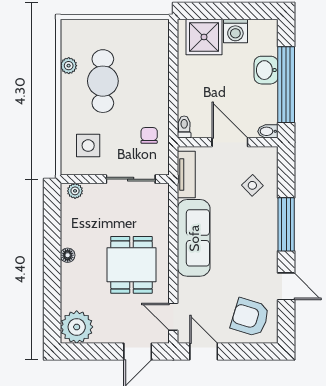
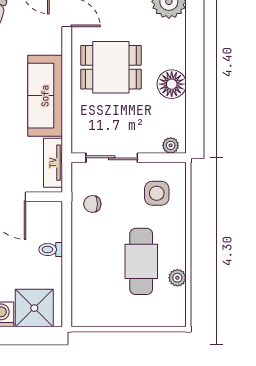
toilet: (184, 127) -> (51, 250), moved, turned 90
chair: (149, 135) -> (92, 204), turned 90
floor lamp: (68, 255) -> (172, 84), width x1.89, depth x1.89
dining table: (131, 265) -> (111, 67), turned 90

